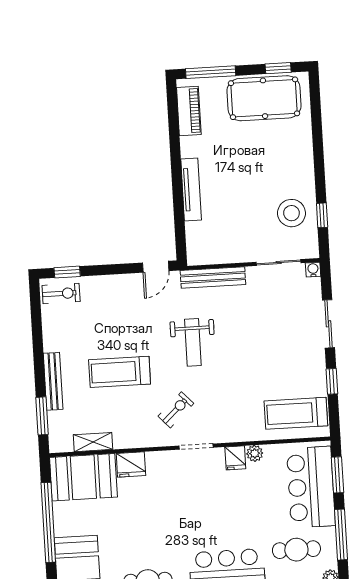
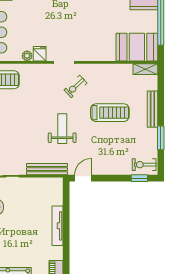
window: (42, 416) -> (161, 138), moved
shelving: (93, 442) -> (145, 69), moved
fridge: (131, 464) -> (106, 53), removed

